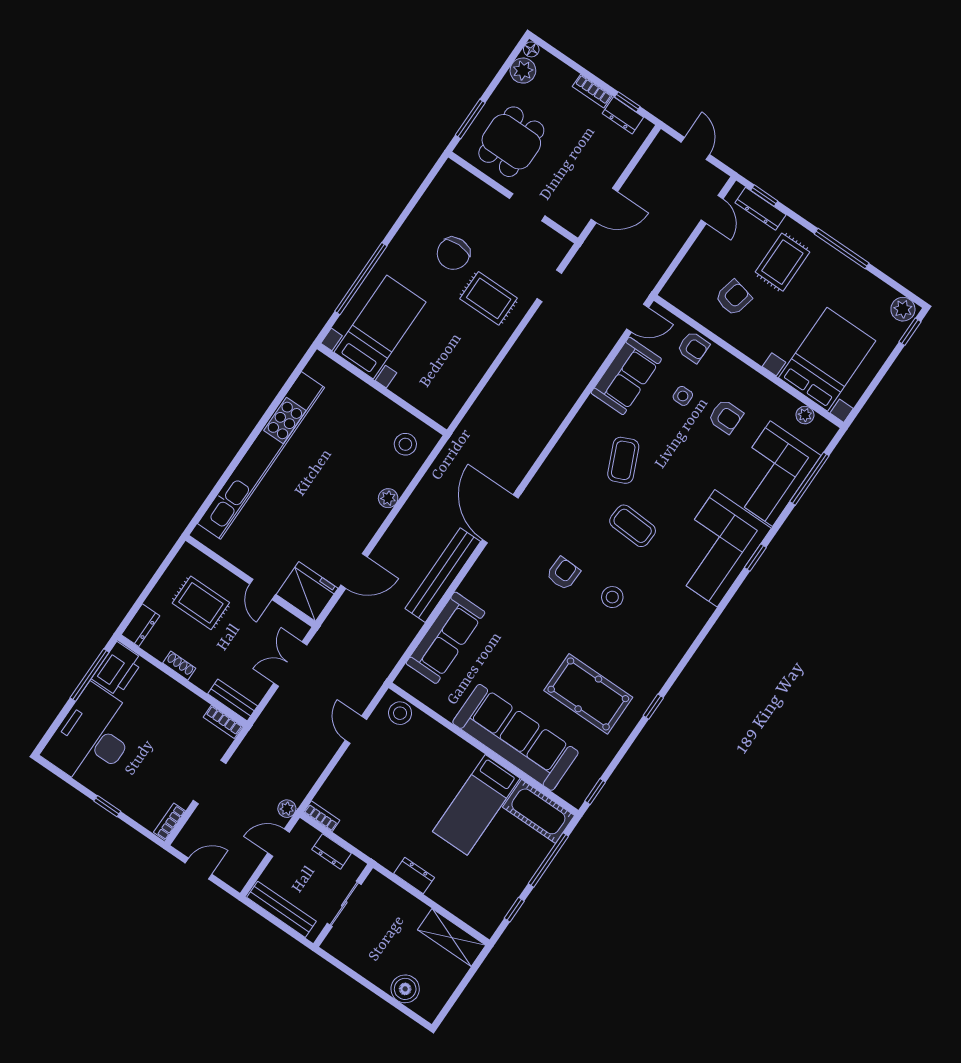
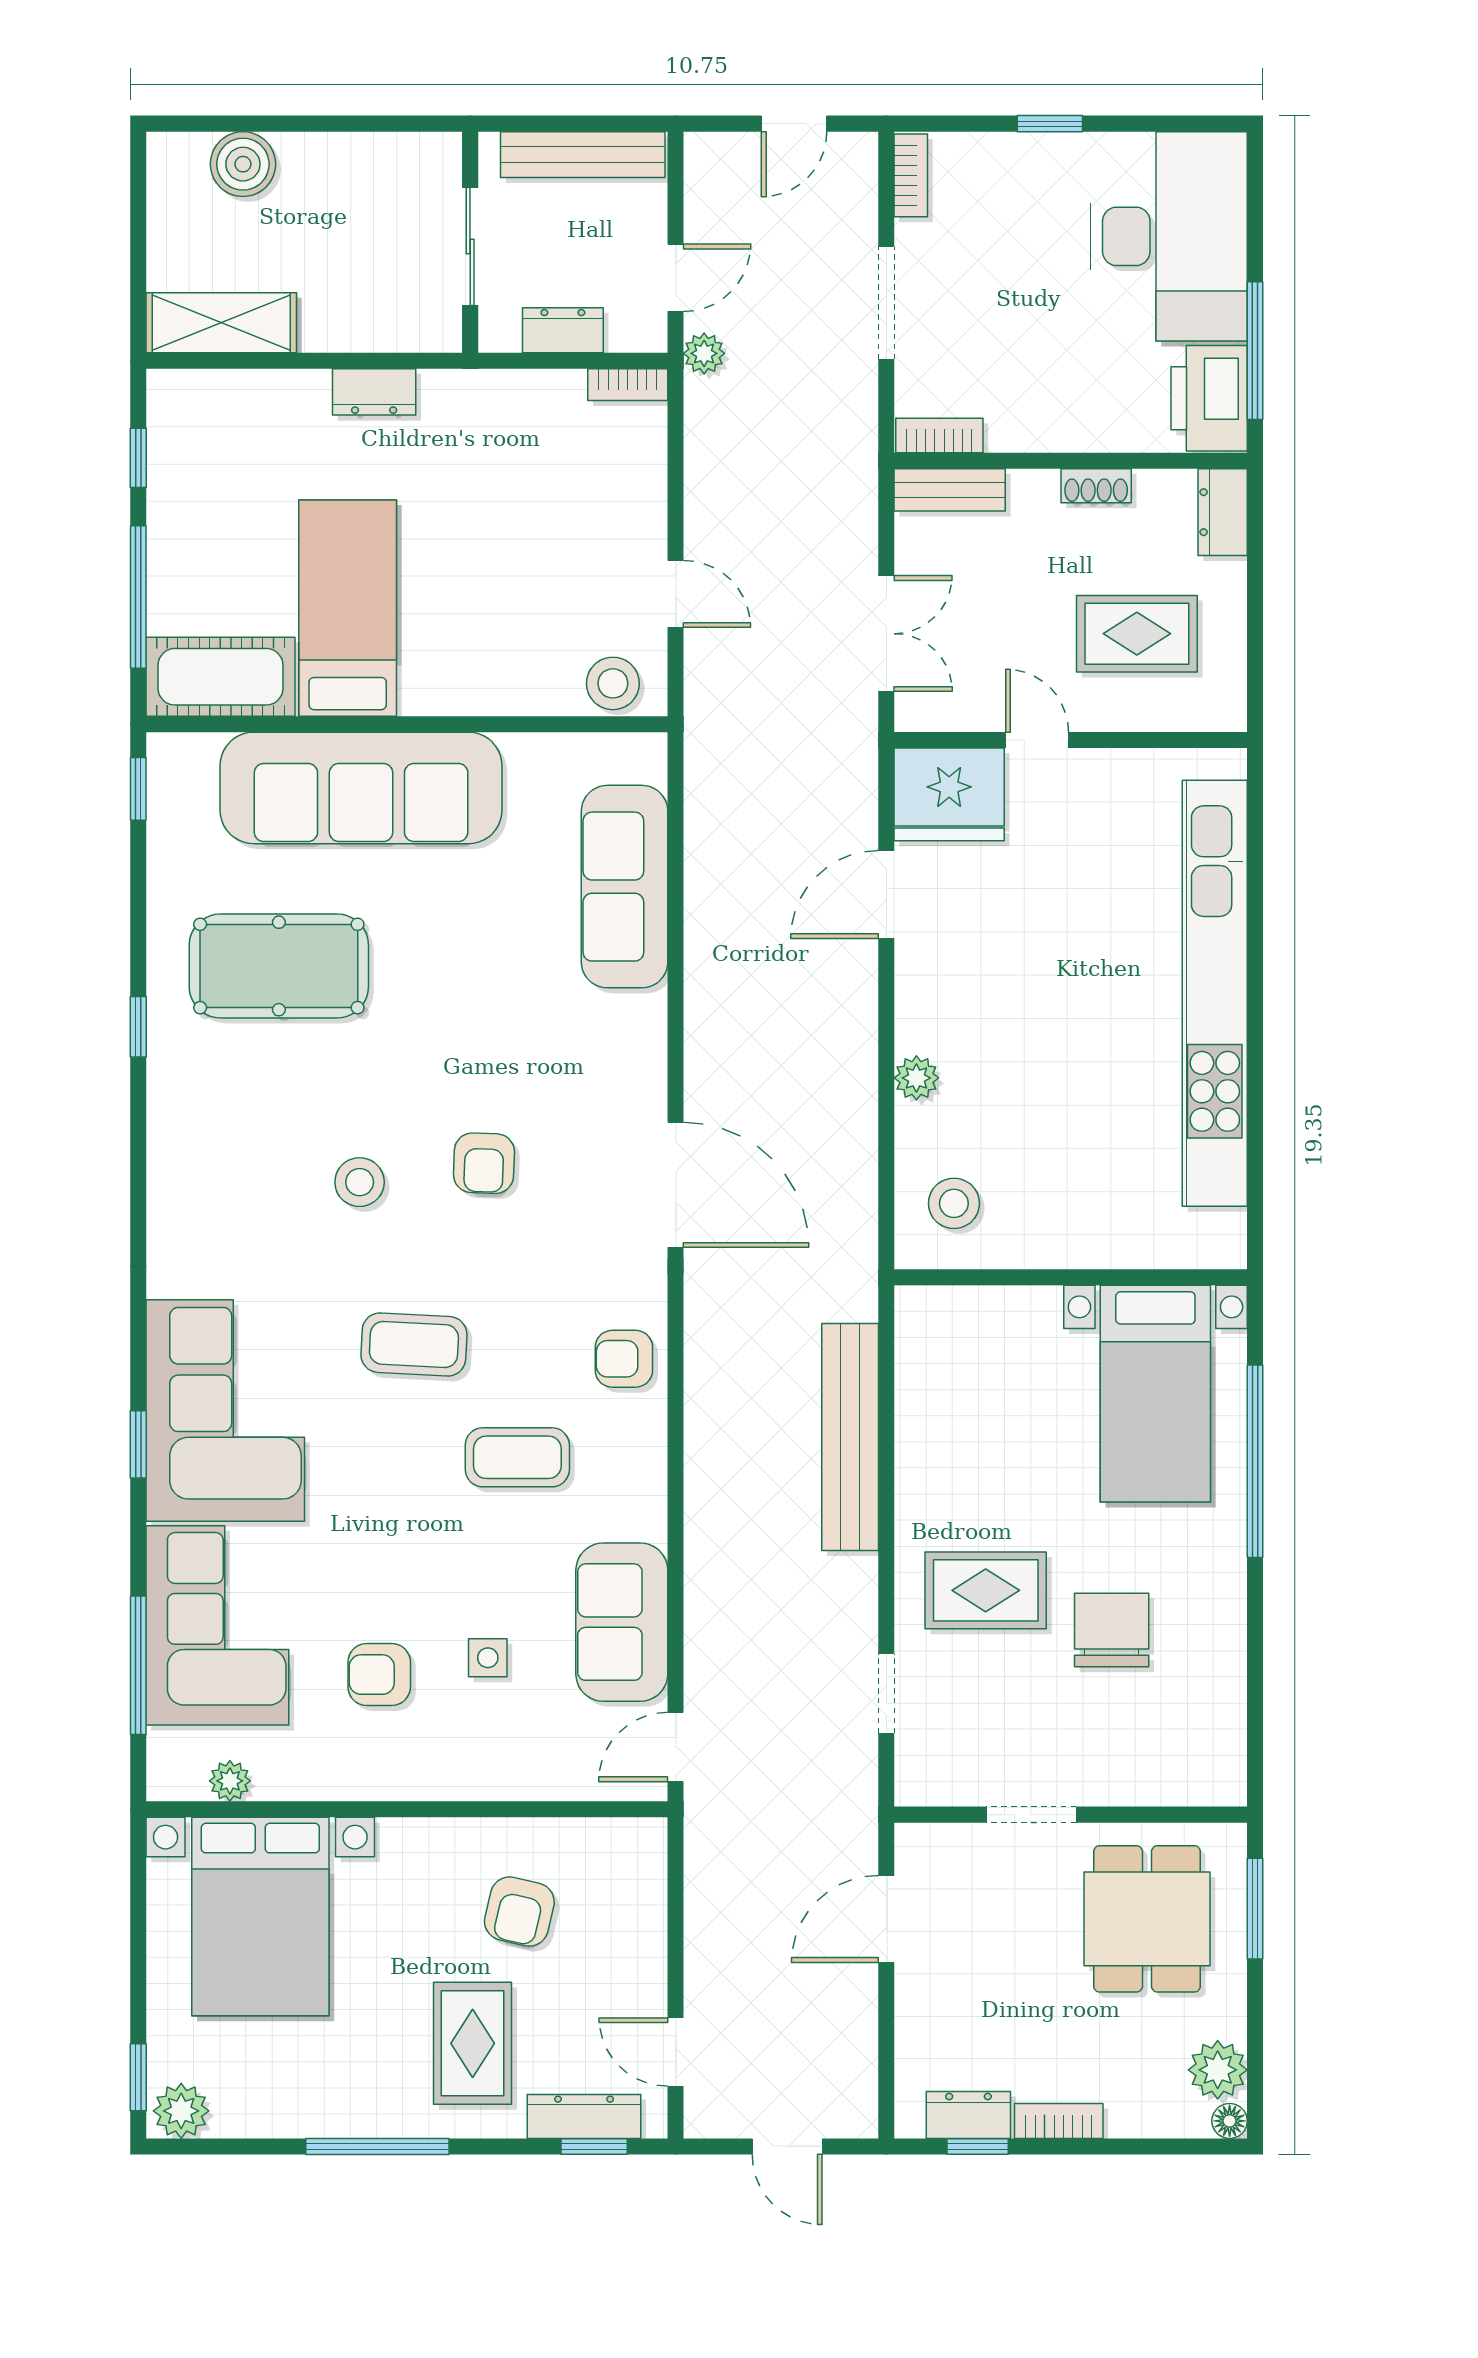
armchair: (693, 347) -> (624, 1359), moved
coffee table: (623, 460) -> (517, 1457), turned -66
bench: (443, 575) -> (850, 1437), moved

